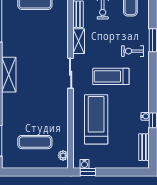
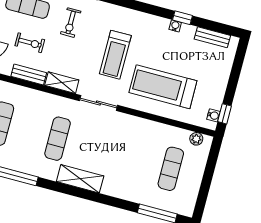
exercise mat: (35, 49) -> (58, 139), added
exercise bike: (132, 51) -> (71, 23), moved

